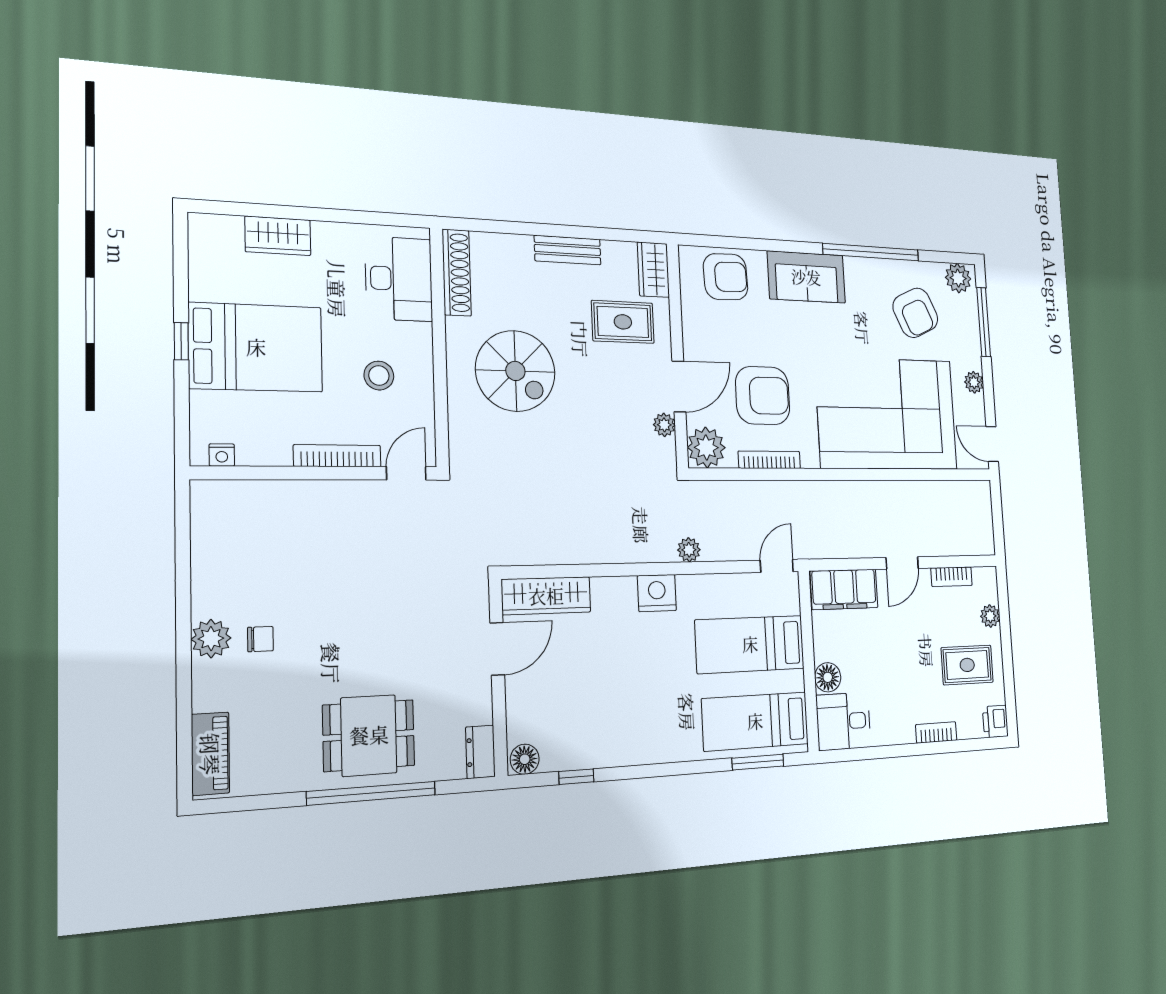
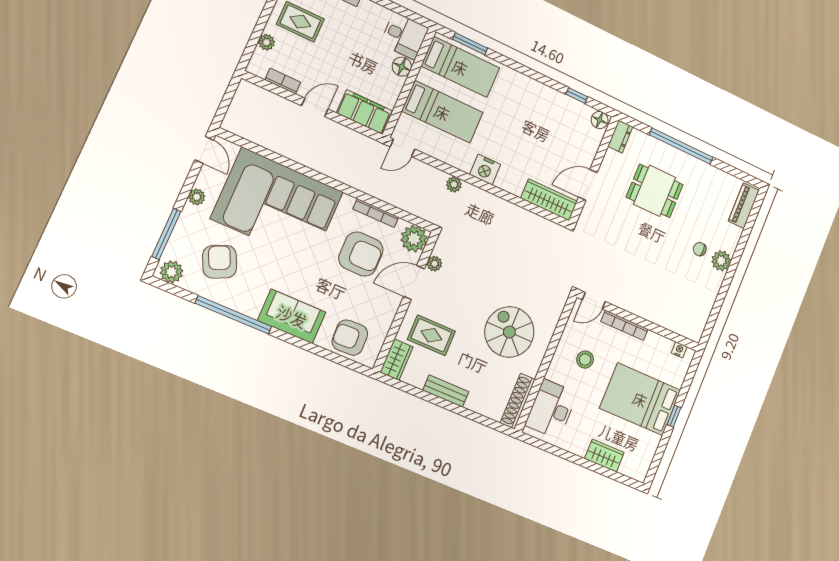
armchair: (763, 396) -> (361, 254), turned 180
dining table: (369, 735) -> (655, 191), moved

